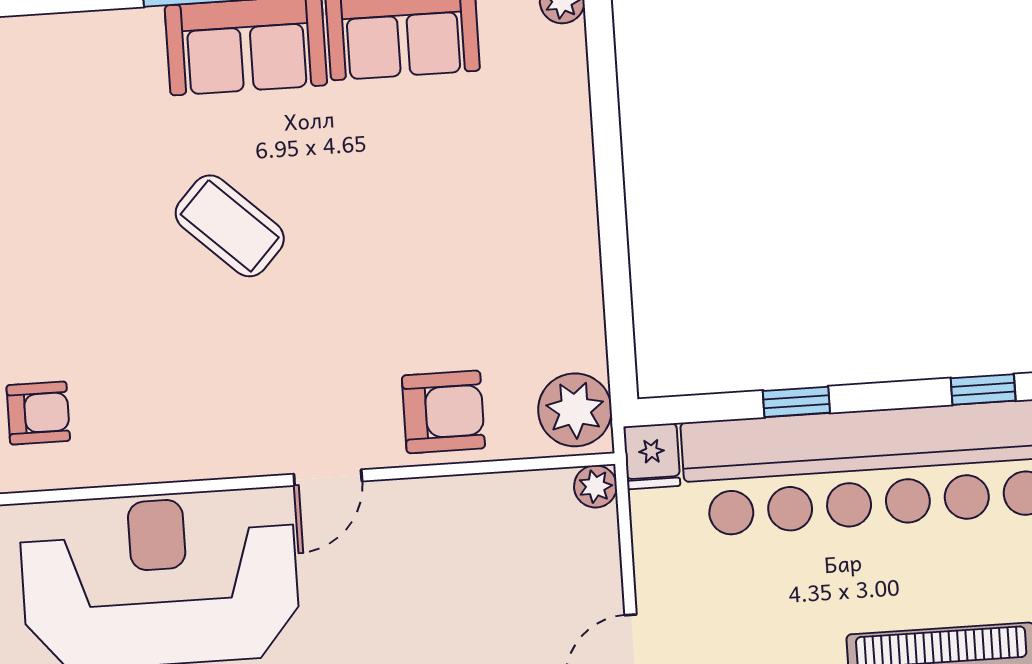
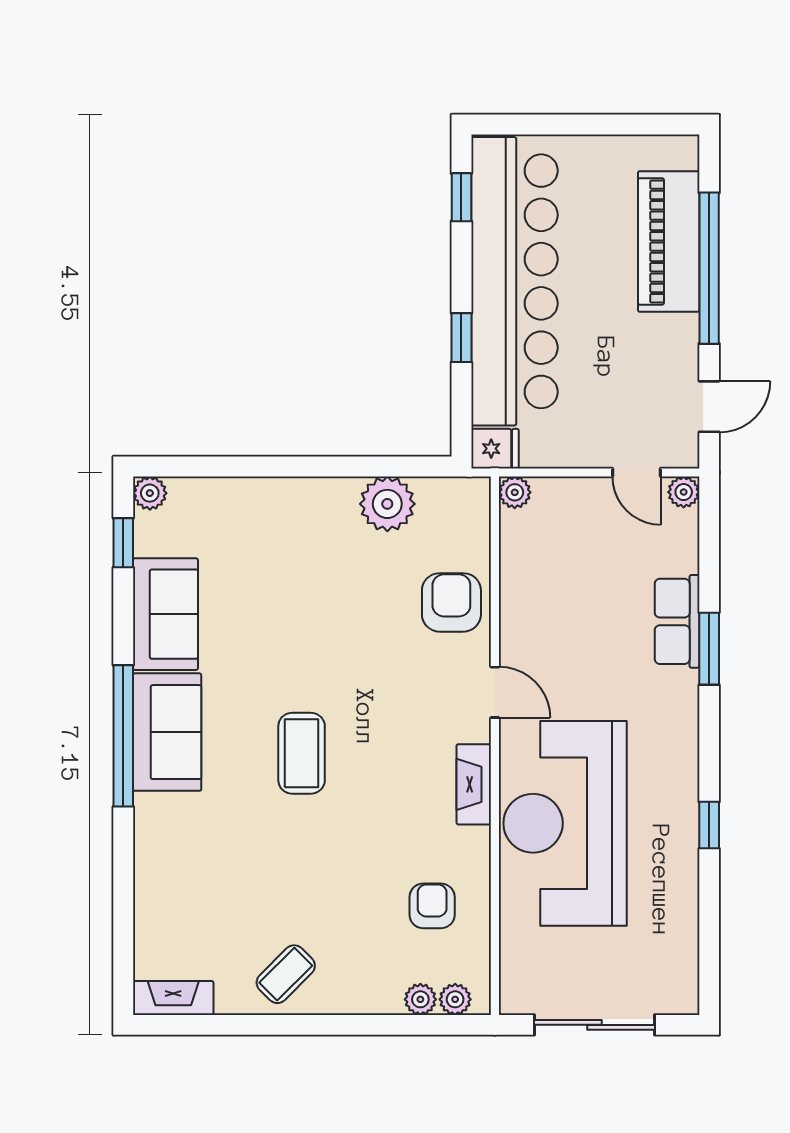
coffee table: (230, 226) -> (302, 753), turned -43
plant: (575, 410) -> (387, 504), moved
fireplace: (204, 458) -> (474, 784), added

